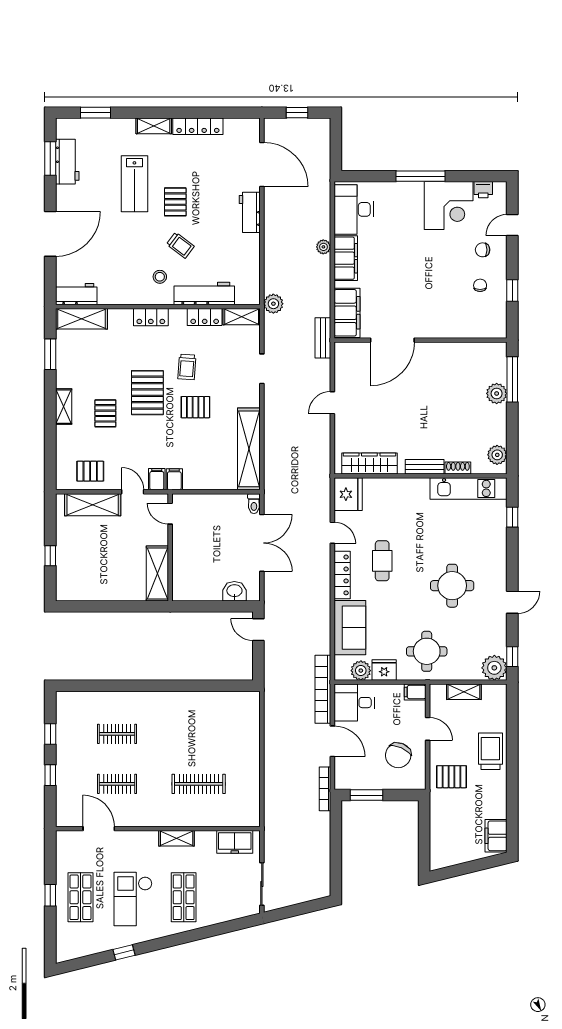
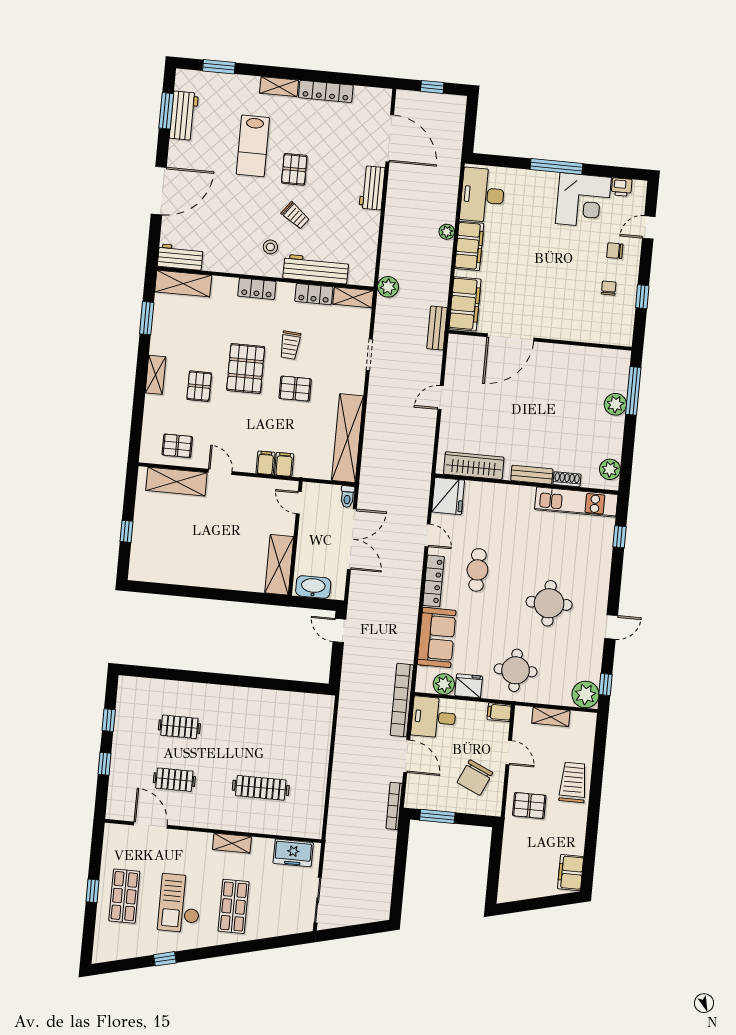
filing cabinet: (157, 479) -> (284, 464), moved
door: (170, 514) -> (299, 503), moved
wall: (170, 547) -> (295, 538), moved
shelving: (157, 573) -> (279, 565), moved
washbasin: (234, 591) -> (313, 587), width x1.38

